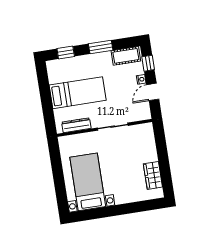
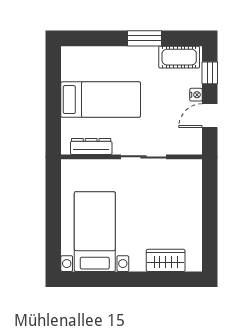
window: (66, 53) -> (92, 38), removed
wardrobe: (153, 175) -> (166, 260), moved, turned 90

